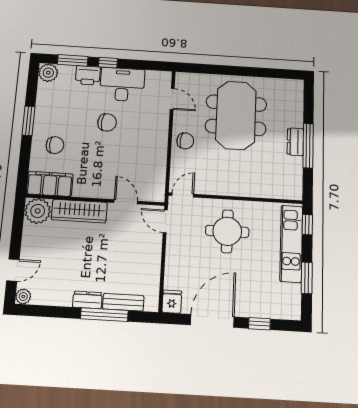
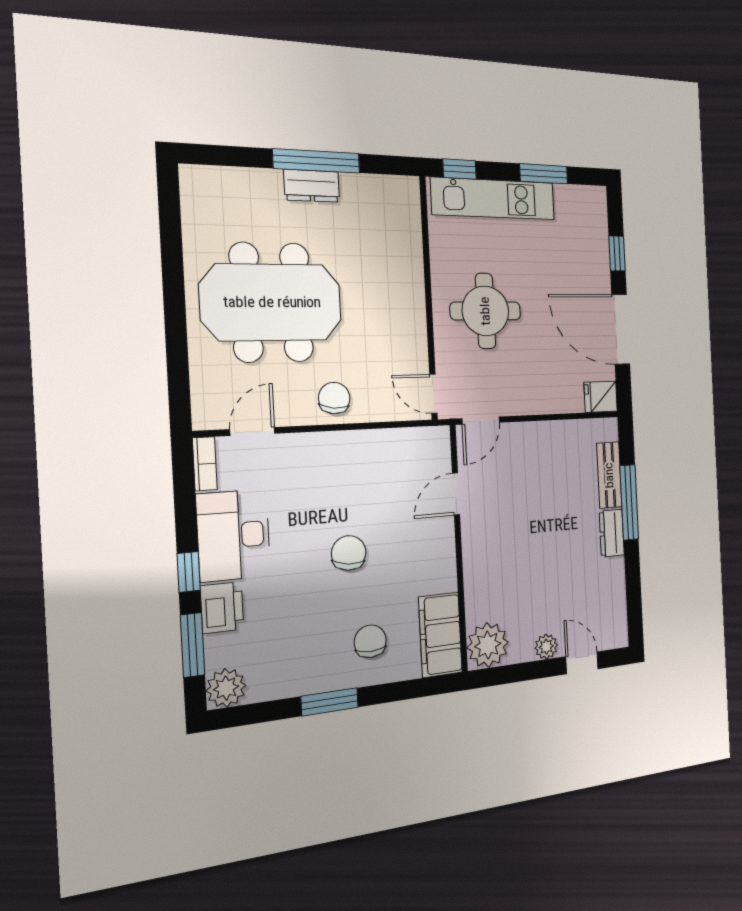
bookcase: (159, 76) -> (205, 464), added
chair: (107, 122) -> (349, 553), moved
wardrobe: (79, 211) -> (480, 573), removed
plant: (23, 297) -> (546, 647), moved

